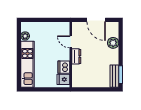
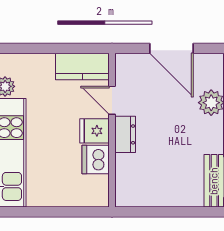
kitchen counter: (58, 27) -> (82, 67), added
fridge: (63, 79) -> (95, 131), moved

